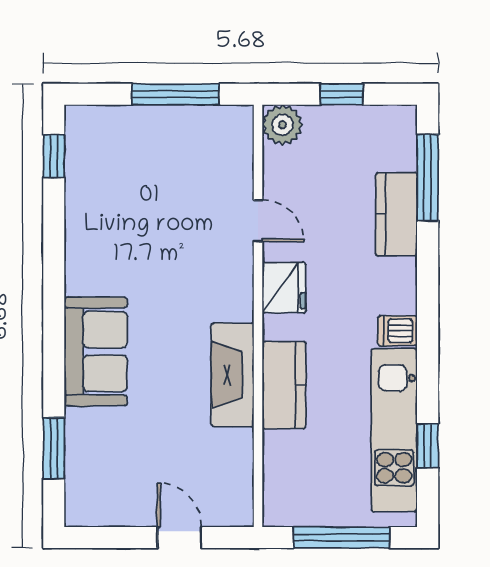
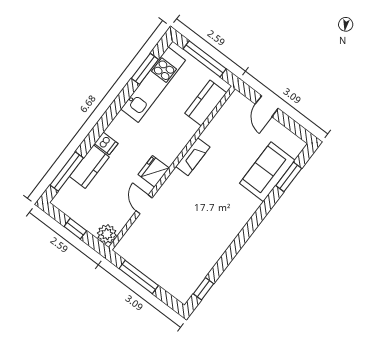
dishwasher: (398, 331) -> (106, 143), moved
sofa: (96, 351) -> (267, 172), moved
fireplace: (233, 375) -> (193, 157), width x0.73, depth x0.76
kitchen counter: (284, 385) -> (206, 103), moved
window: (428, 446) -> (145, 69), width x1.50

